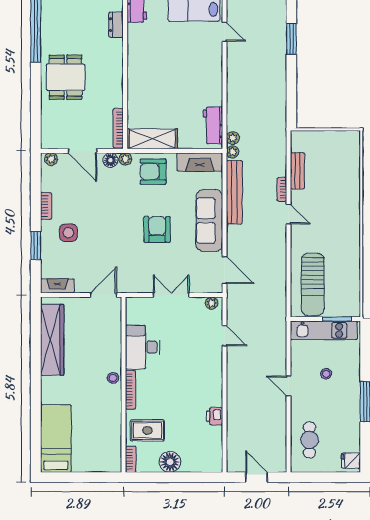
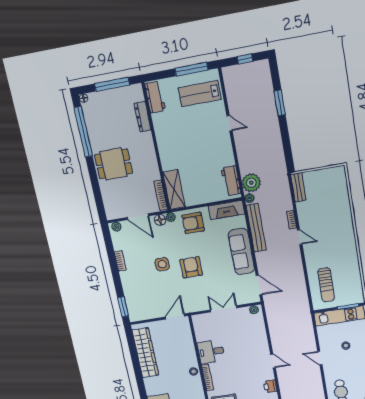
dresser: (116, 25) -> (143, 117), width x1.44
door: (224, 32) -> (230, 123), moved
dining table: (66, 77) -> (113, 164), turned 90
plant: (233, 138) -> (251, 183), width x1.87, depth x1.87
shelving: (152, 139) -> (174, 190), moved, turned 90
bench: (297, 171) -> (298, 187), moved
armchair: (157, 229) -> (191, 267), moved
side table: (68, 233) -> (162, 264), moved
window: (36, 245) -> (123, 307), moved
sun lounger: (313, 284) -> (326, 285), width x0.73, depth x0.75
fireplace: (57, 286) -> (141, 315), removed
door: (224, 336) -> (273, 361), moved
desk: (143, 347) -> (211, 352), width x0.73

